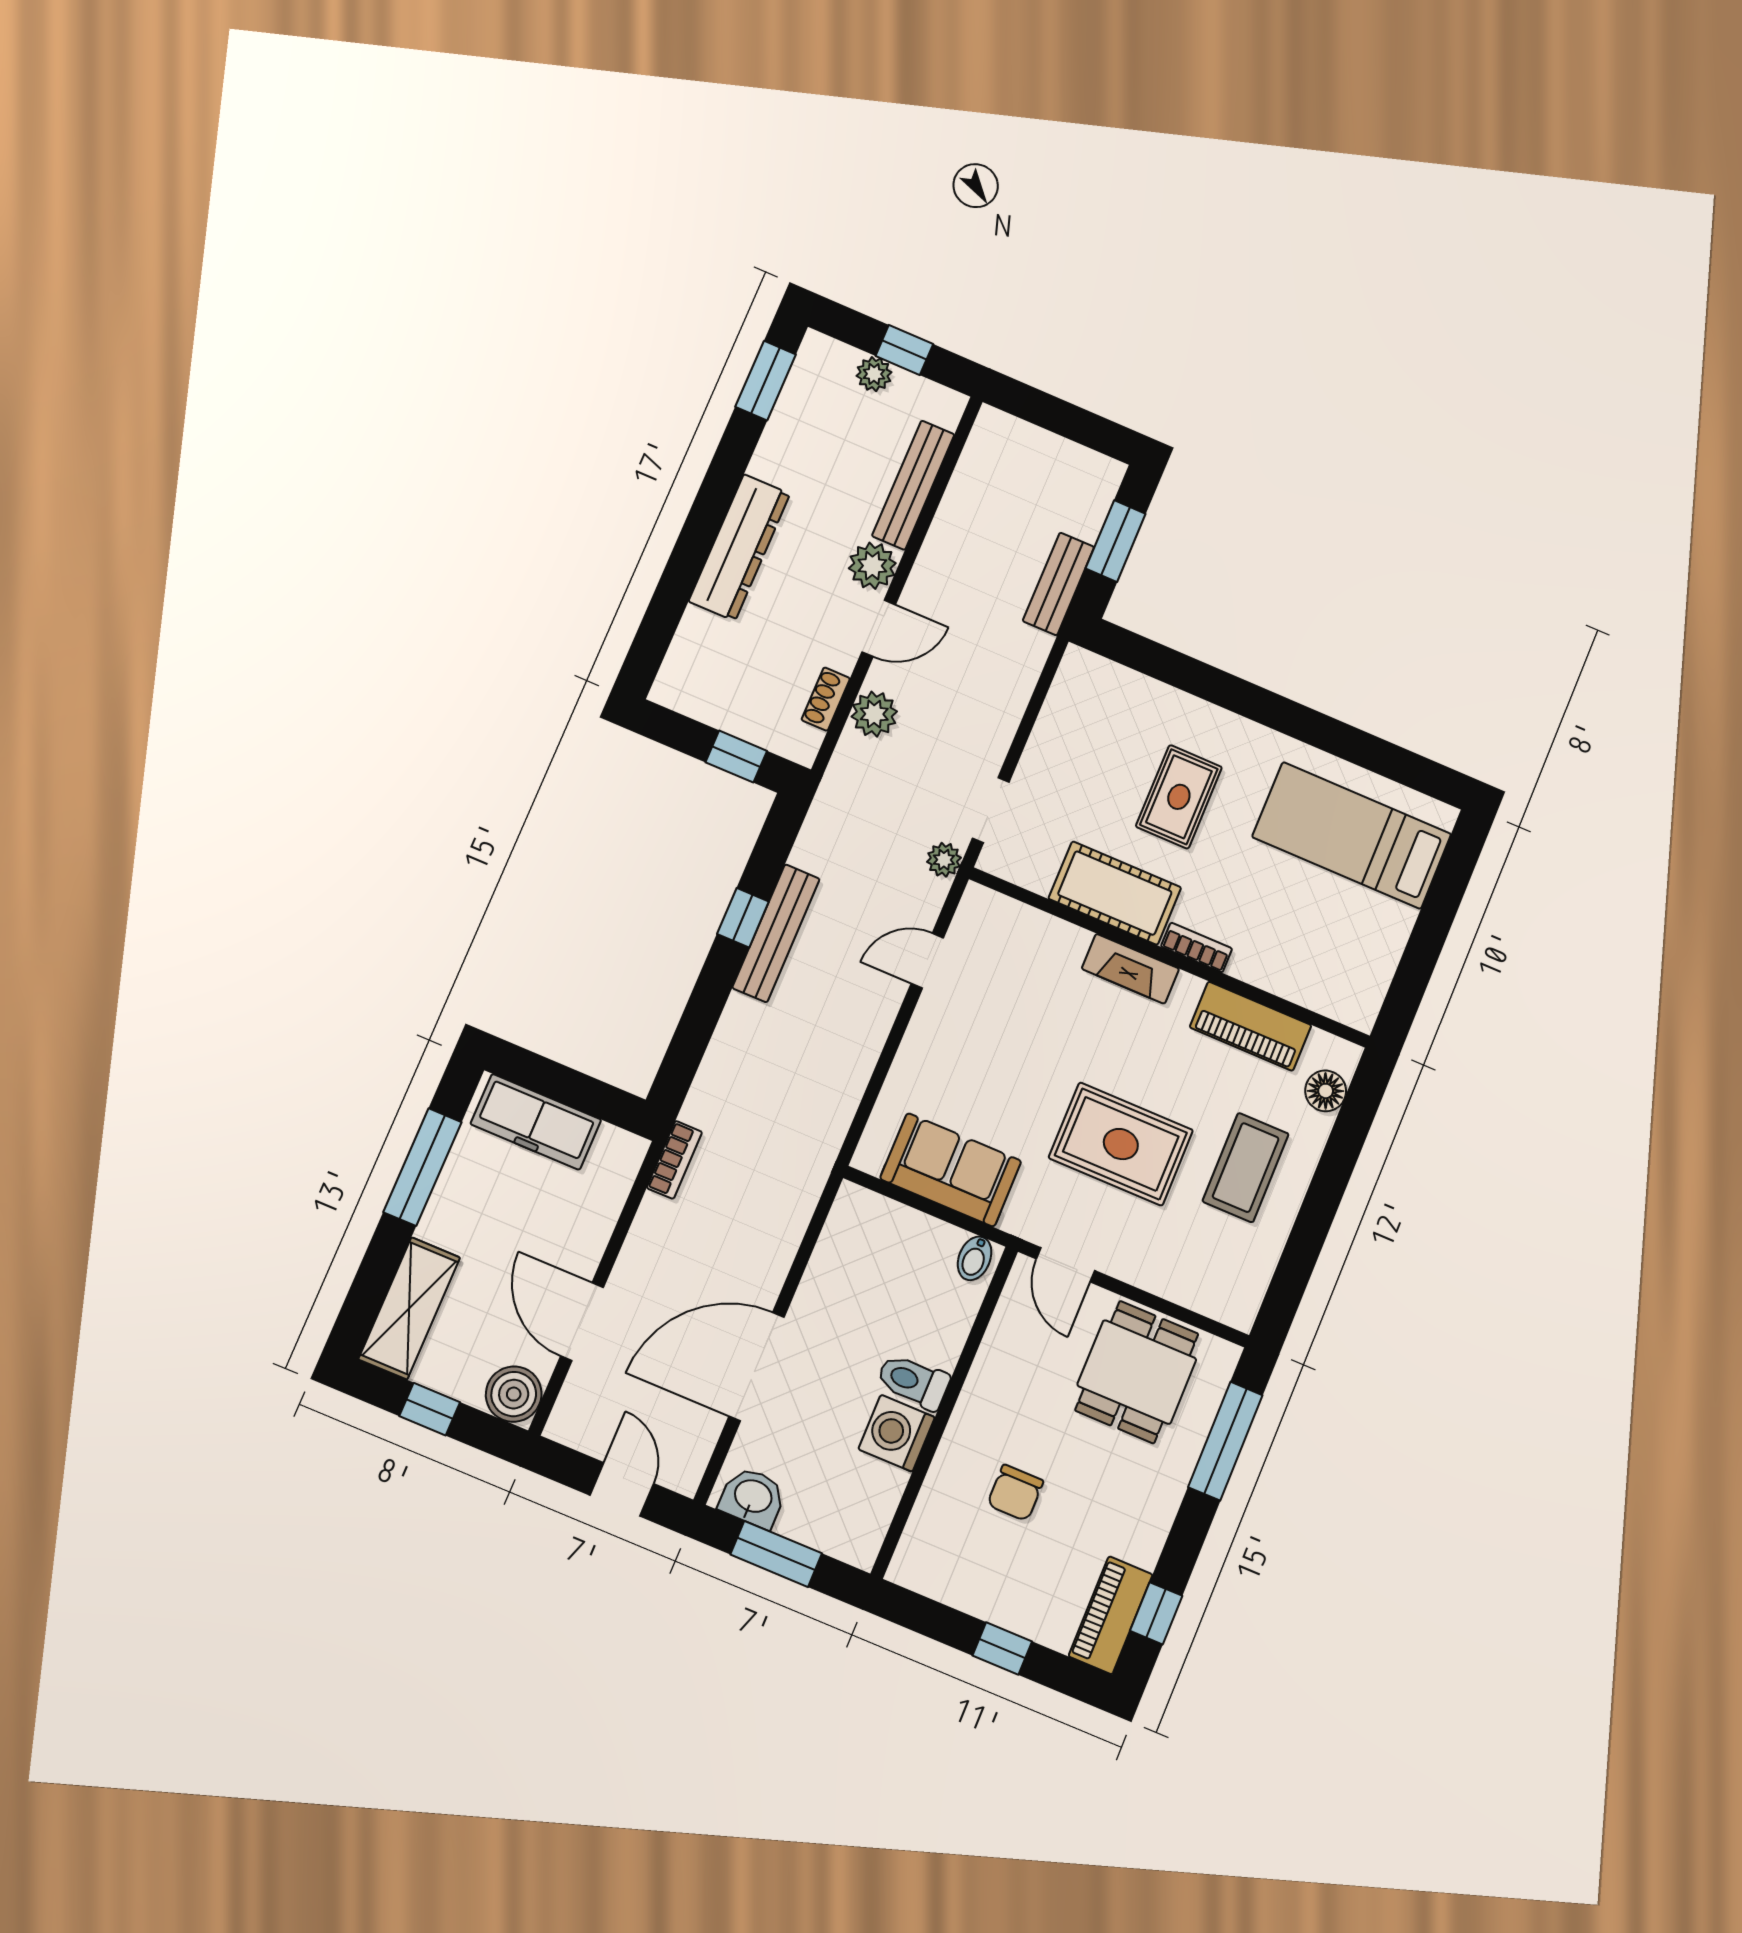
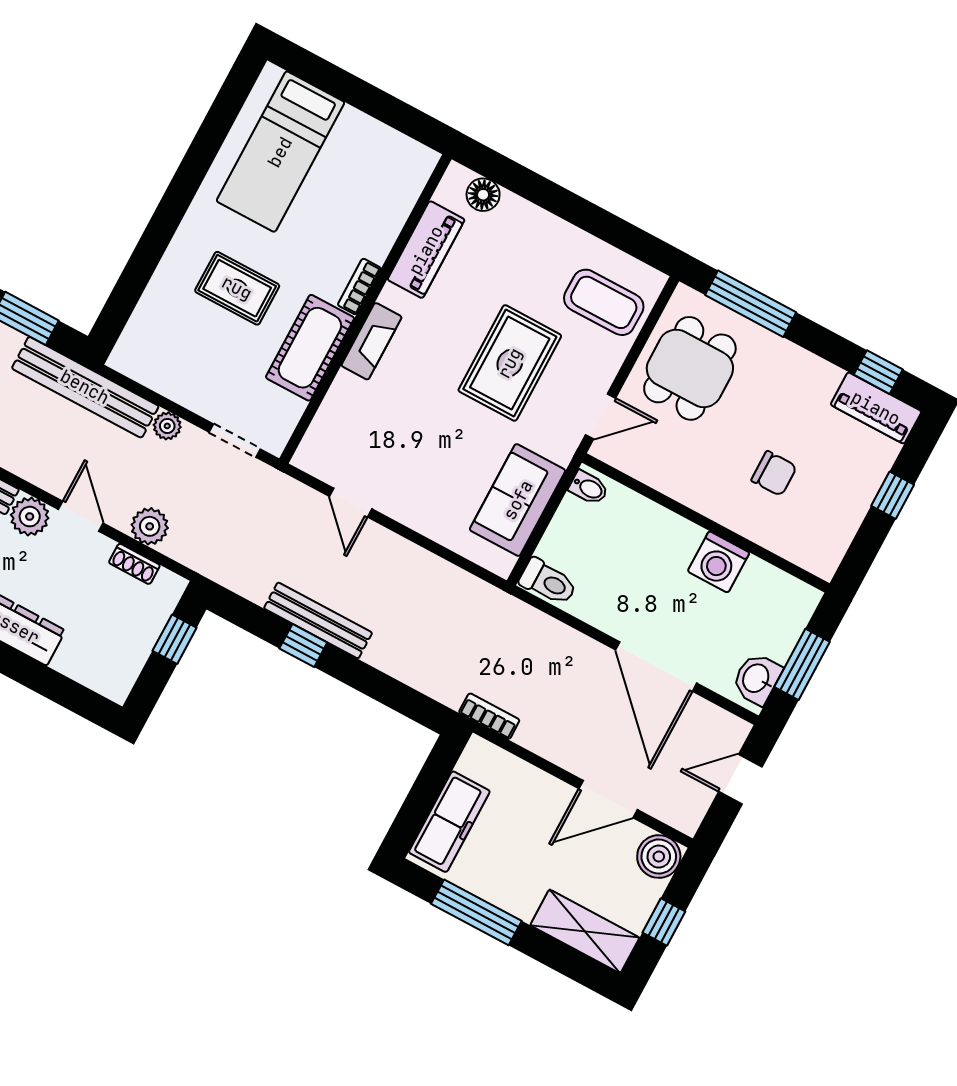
bench: (1058, 584) -> (85, 387), width x1.86, depth x1.21
plant: (944, 860) -> (167, 426), moved
coffee table: (1246, 1168) -> (604, 302), moved
dining table: (1137, 1372) -> (690, 368), turned 90
toilet: (913, 1381) -> (548, 582), moved, turned -90

